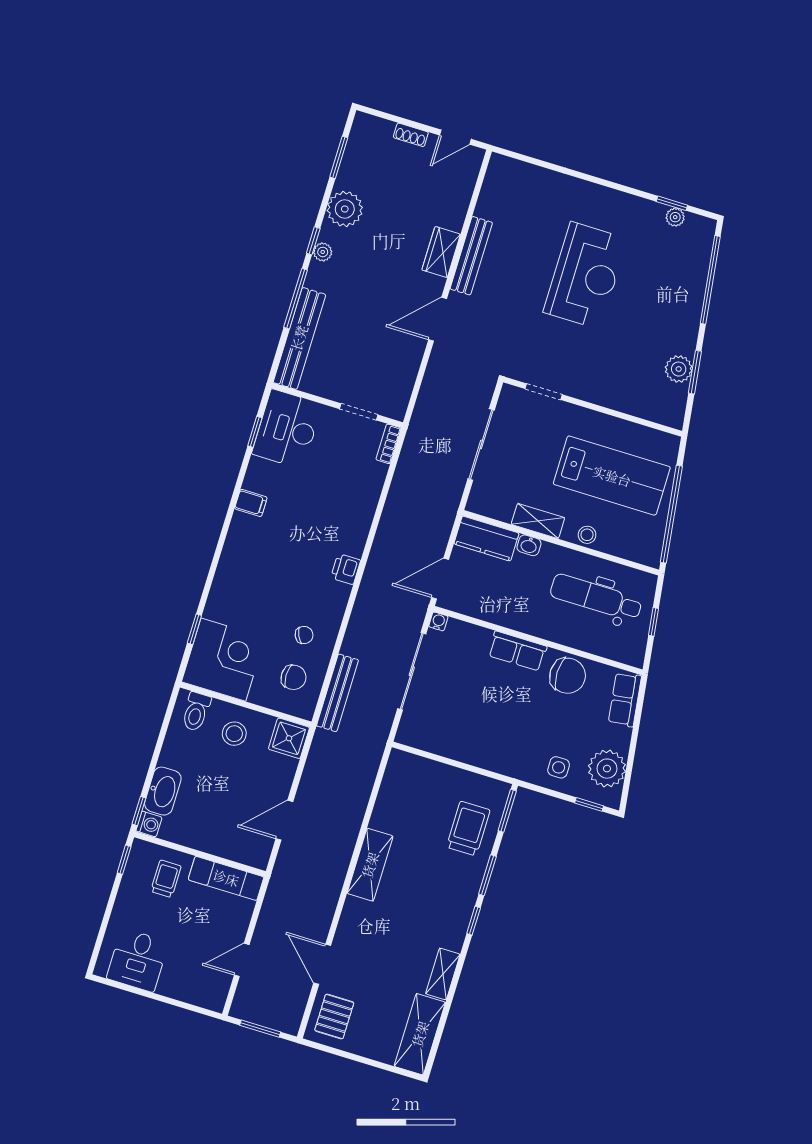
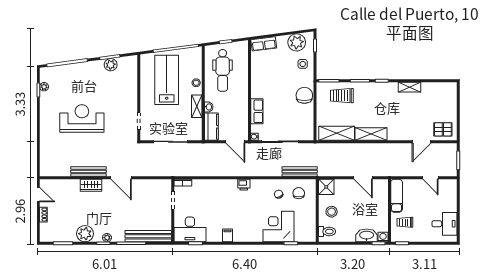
row of seats: (517, 651) -> (257, 111), moved
corner desk: (223, 660) -> (278, 227), moved
chair: (568, 676) -> (304, 95), moved
shelving: (420, 1034) -> (337, 133), moved

